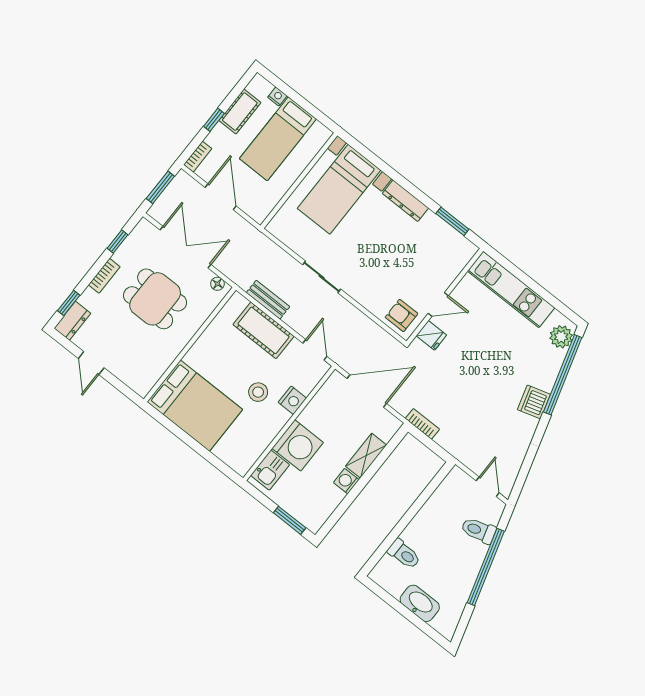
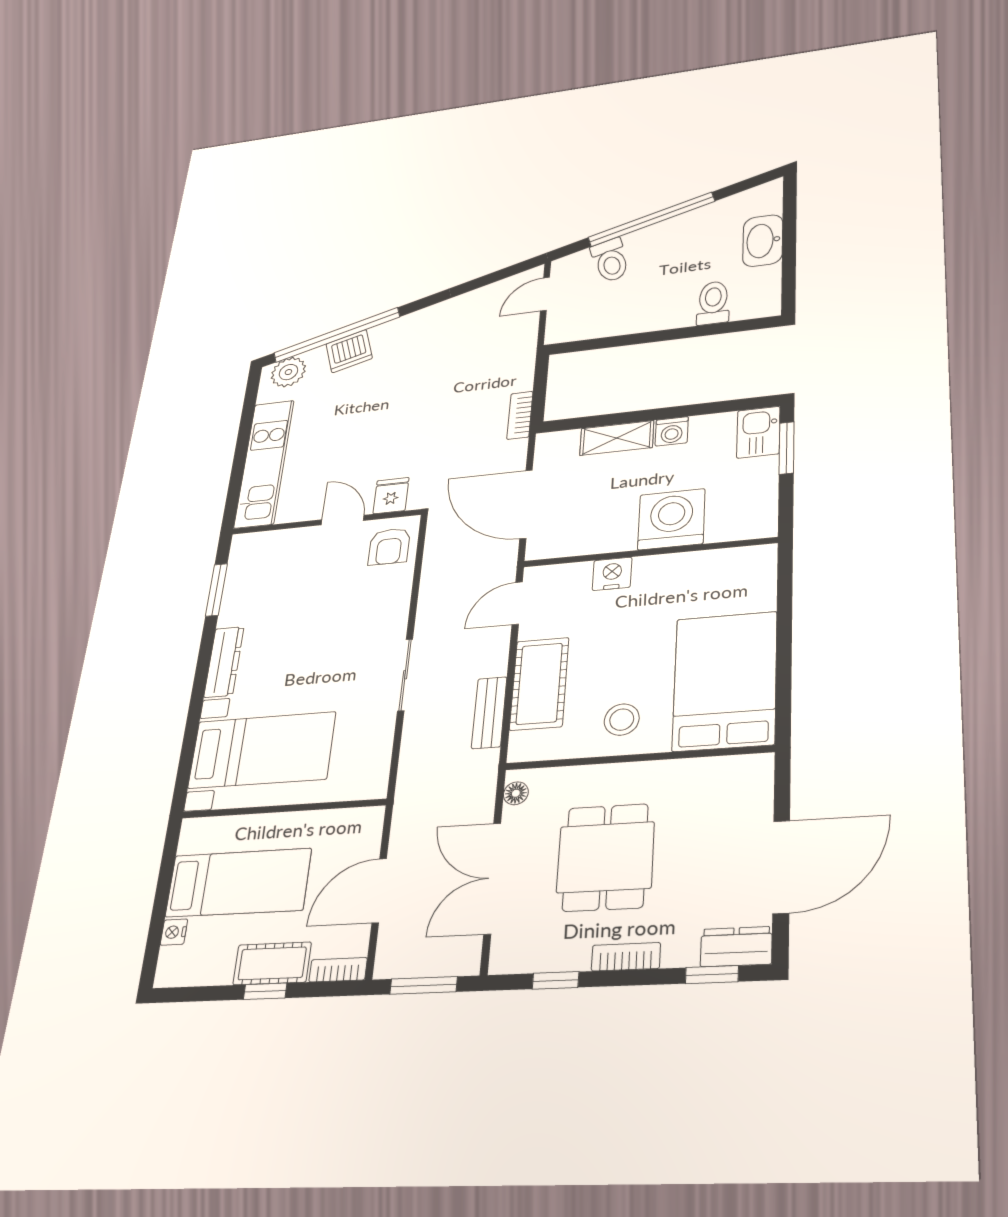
cot: (240, 112) -> (272, 963), moved
door: (91, 363) -> (781, 867), width x1.87
stool: (258, 392) -> (622, 720), moved
dishwasher: (534, 402) -> (349, 351), moved
kitchen sink: (270, 470) -> (758, 432), moved, turned -90

